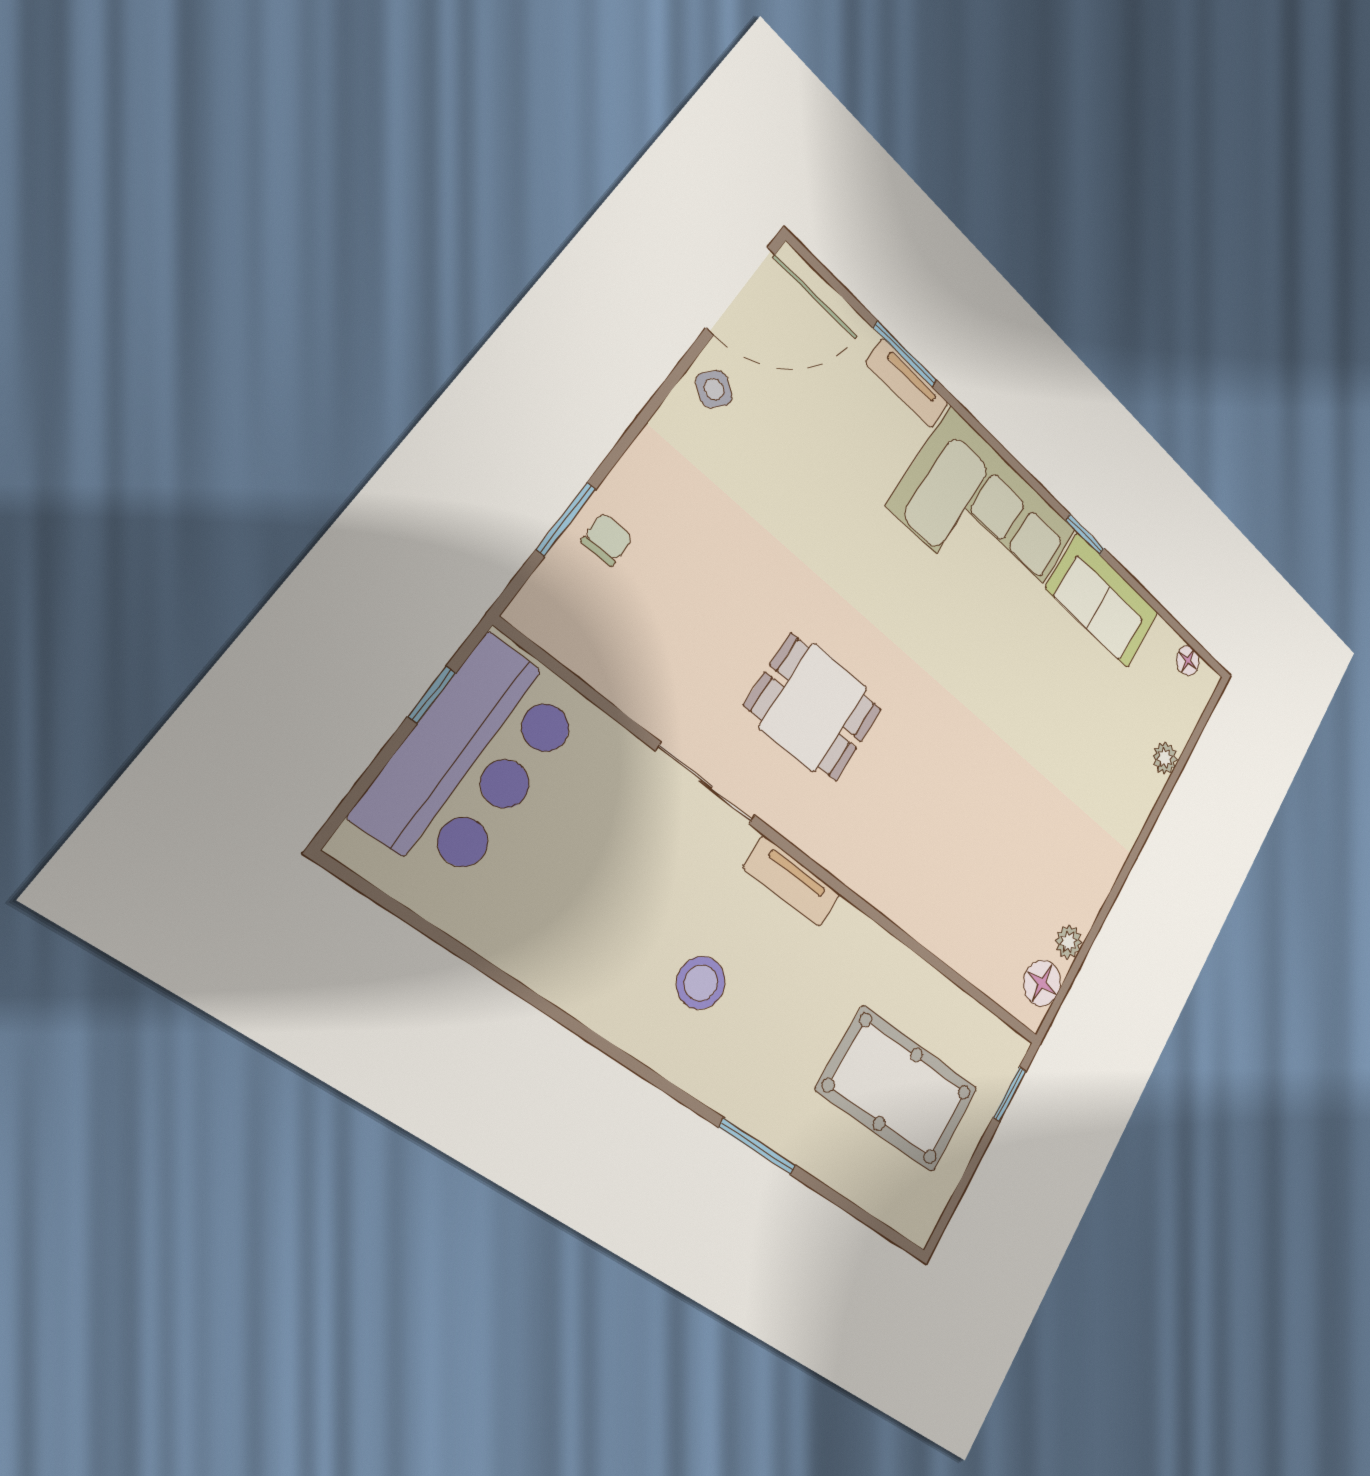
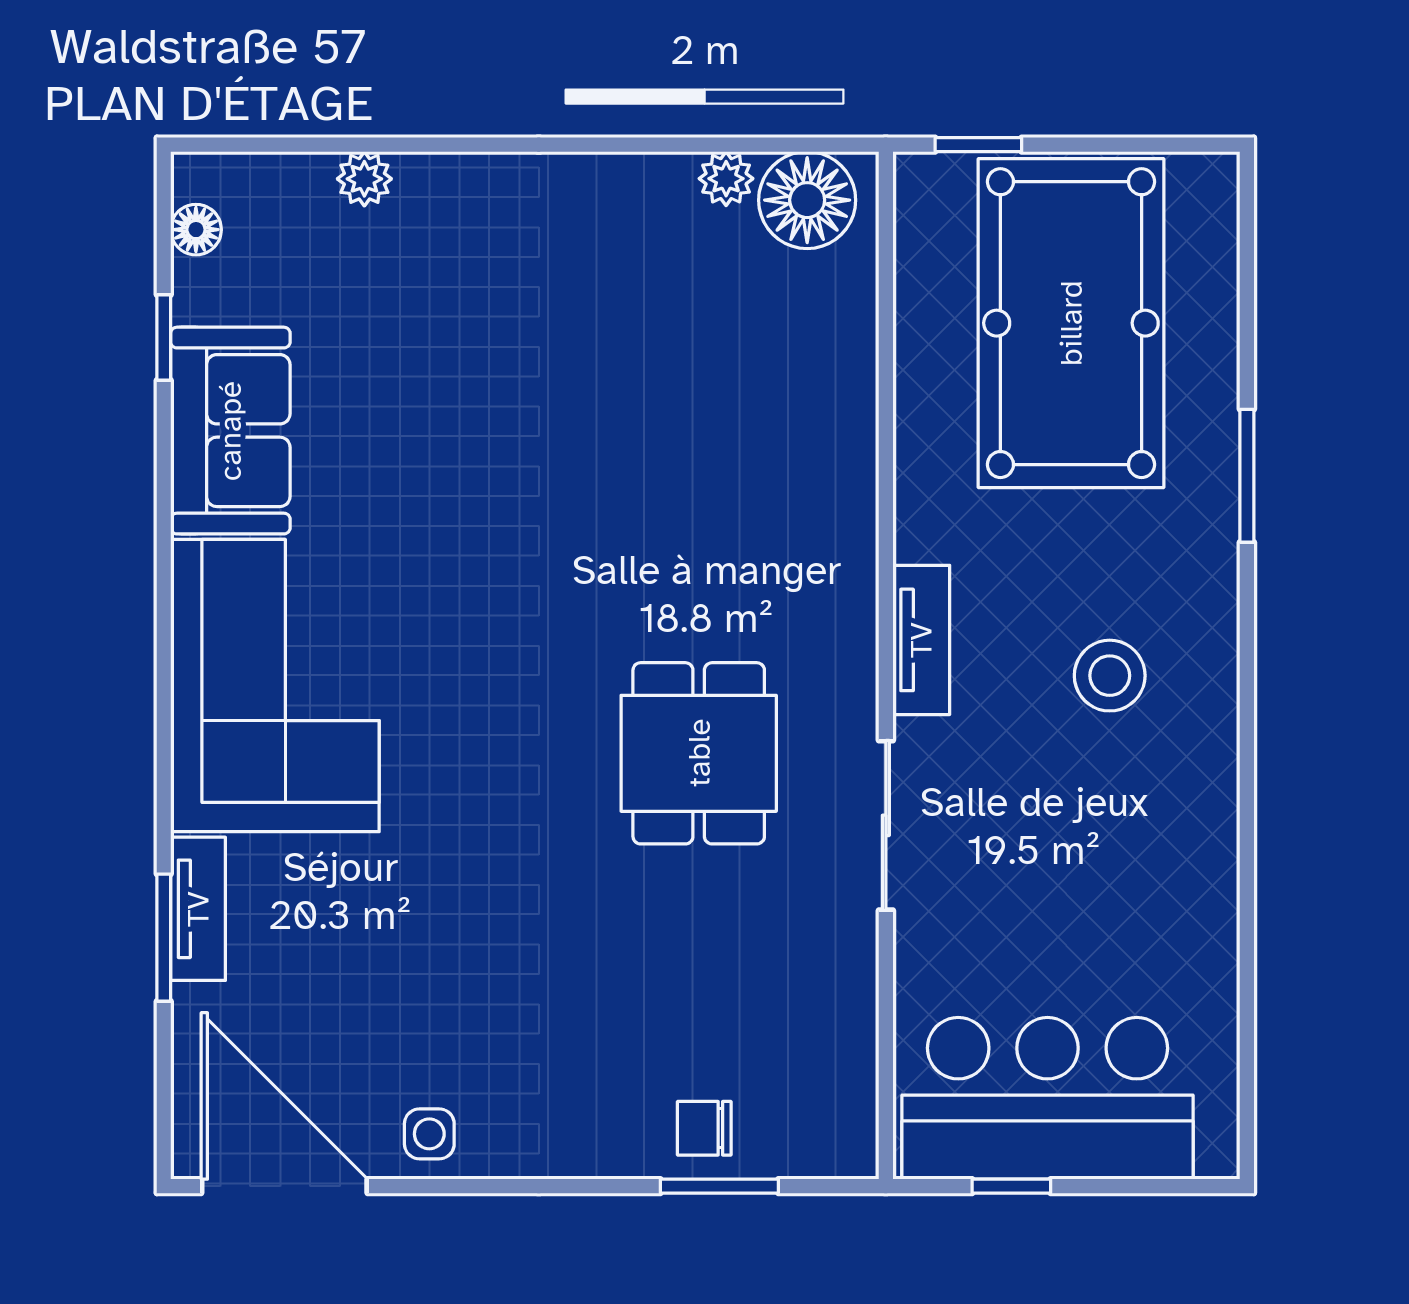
side table: (714, 389) -> (429, 1134), turned -37
window: (1085, 535) -> (164, 338), moved
floor lamp: (1042, 983) -> (807, 200), width x1.38, depth x1.38
pool table: (898, 1089) -> (1071, 323), width x1.36, depth x1.32

